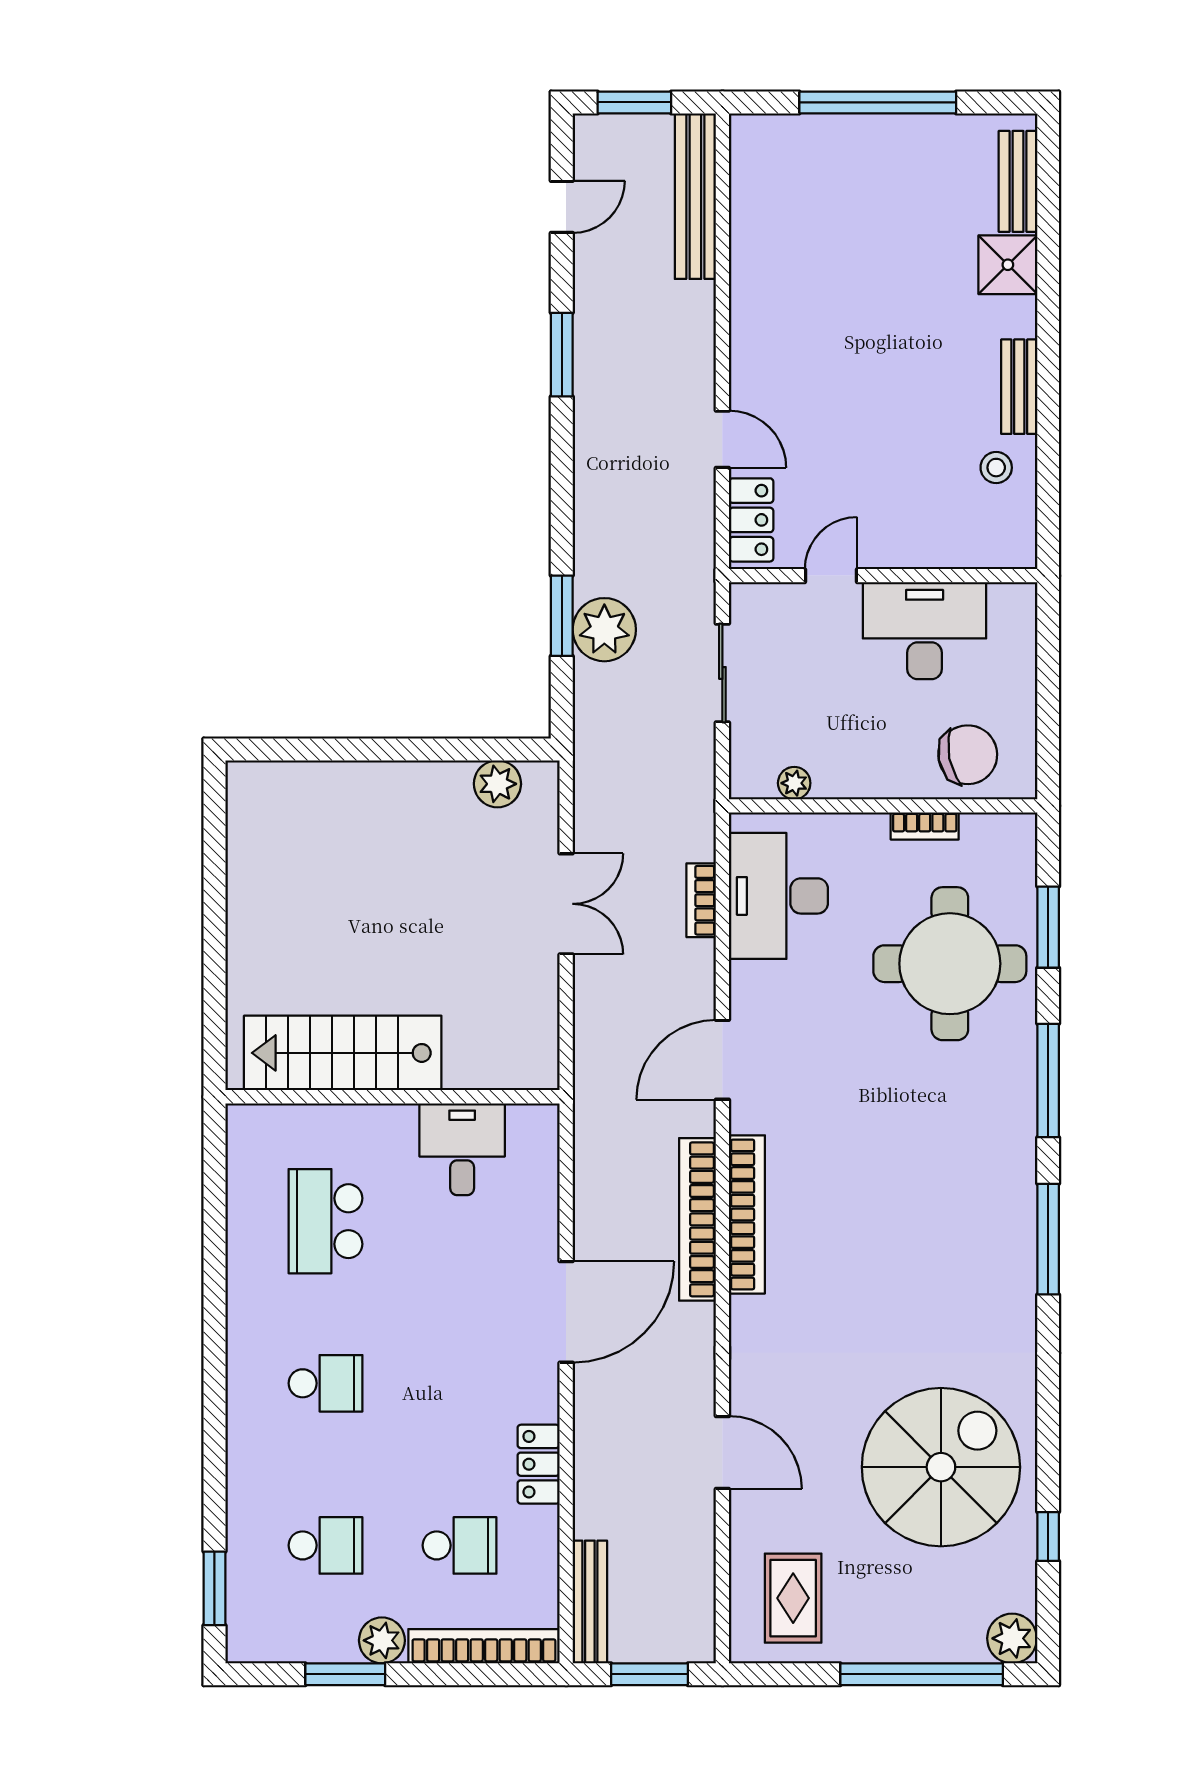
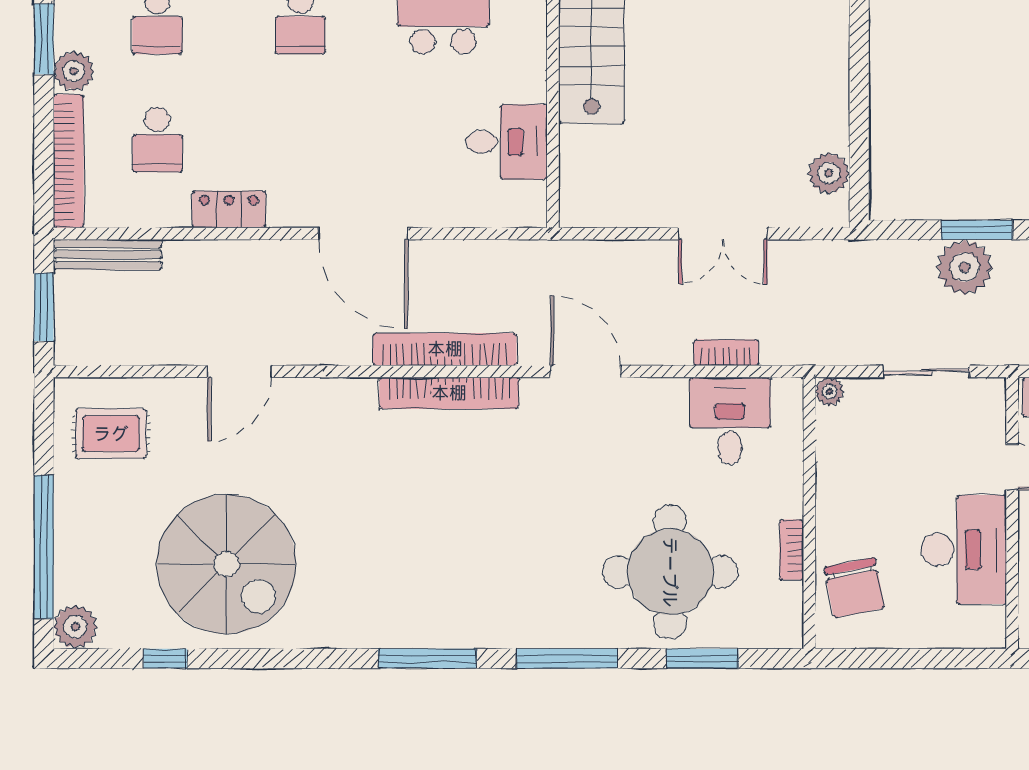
plant: (794, 783) -> (829, 391), moved
desk: (778, 896) -> (730, 421), width x0.73

